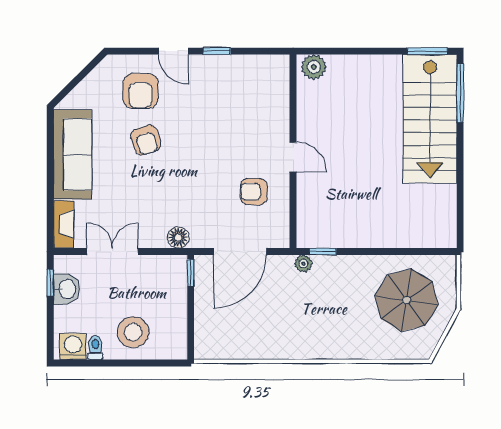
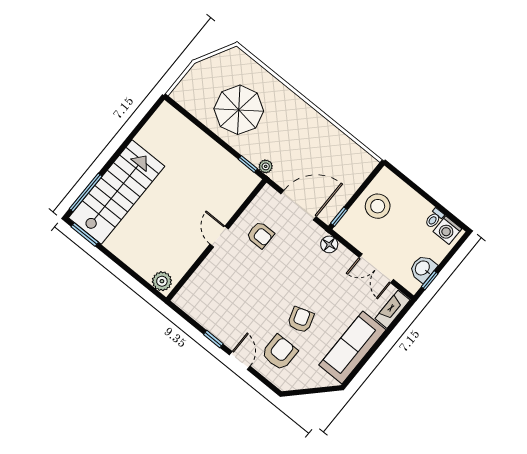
parasol: (406, 300) -> (239, 110), moved
stool: (133, 332) -> (378, 206), moved

